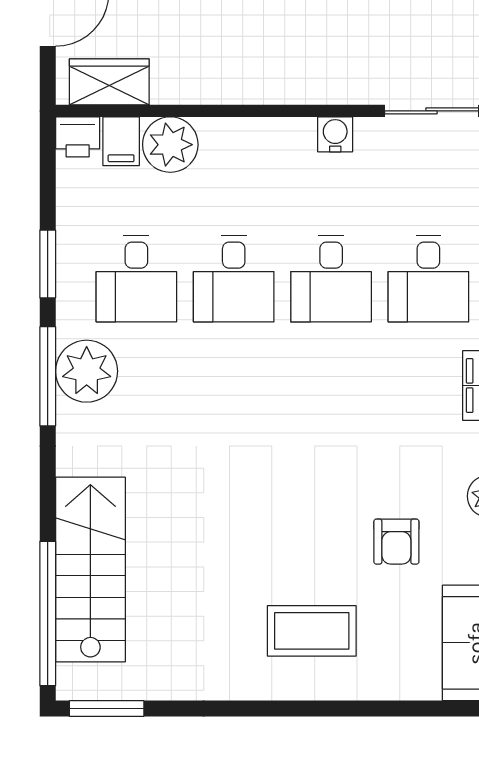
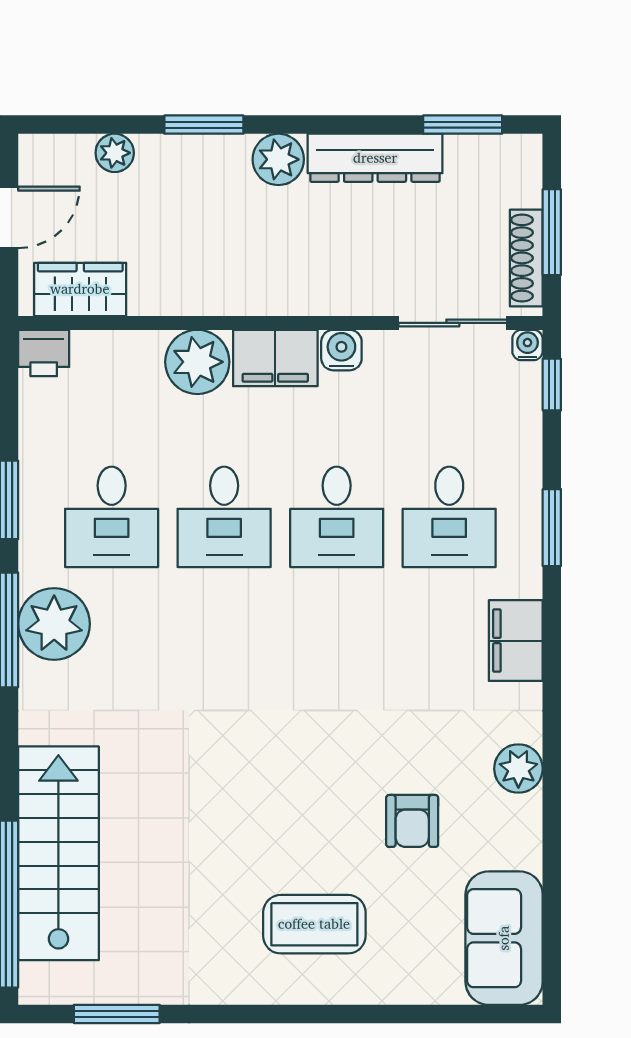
filing cabinet: (121, 141) -> (275, 358), moved, width x2.00
plant: (170, 145) -> (197, 362), moved
window: (107, 709) -> (117, 1014), moved

